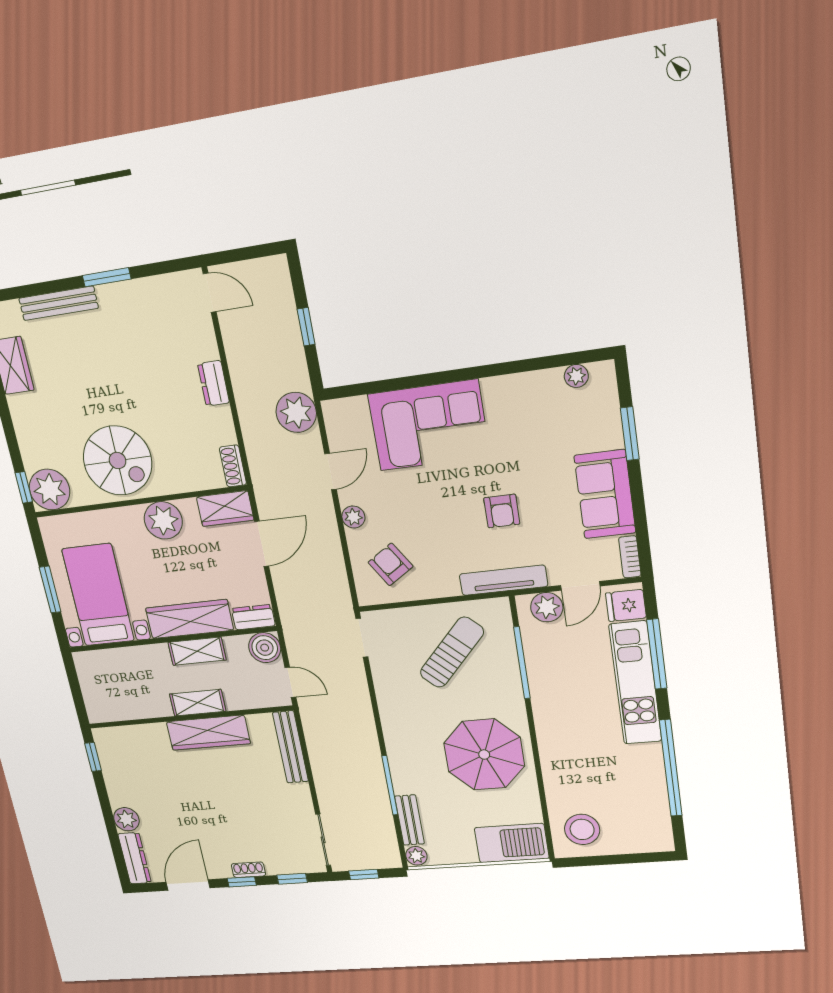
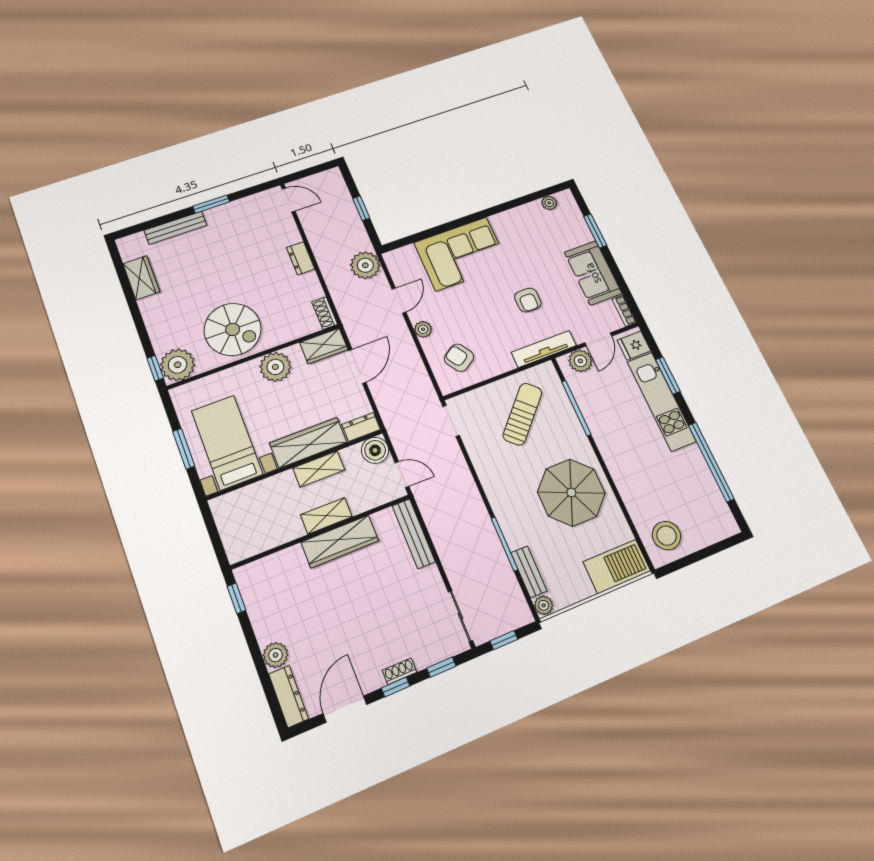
window: (657, 654) -> (668, 375), width x0.69

